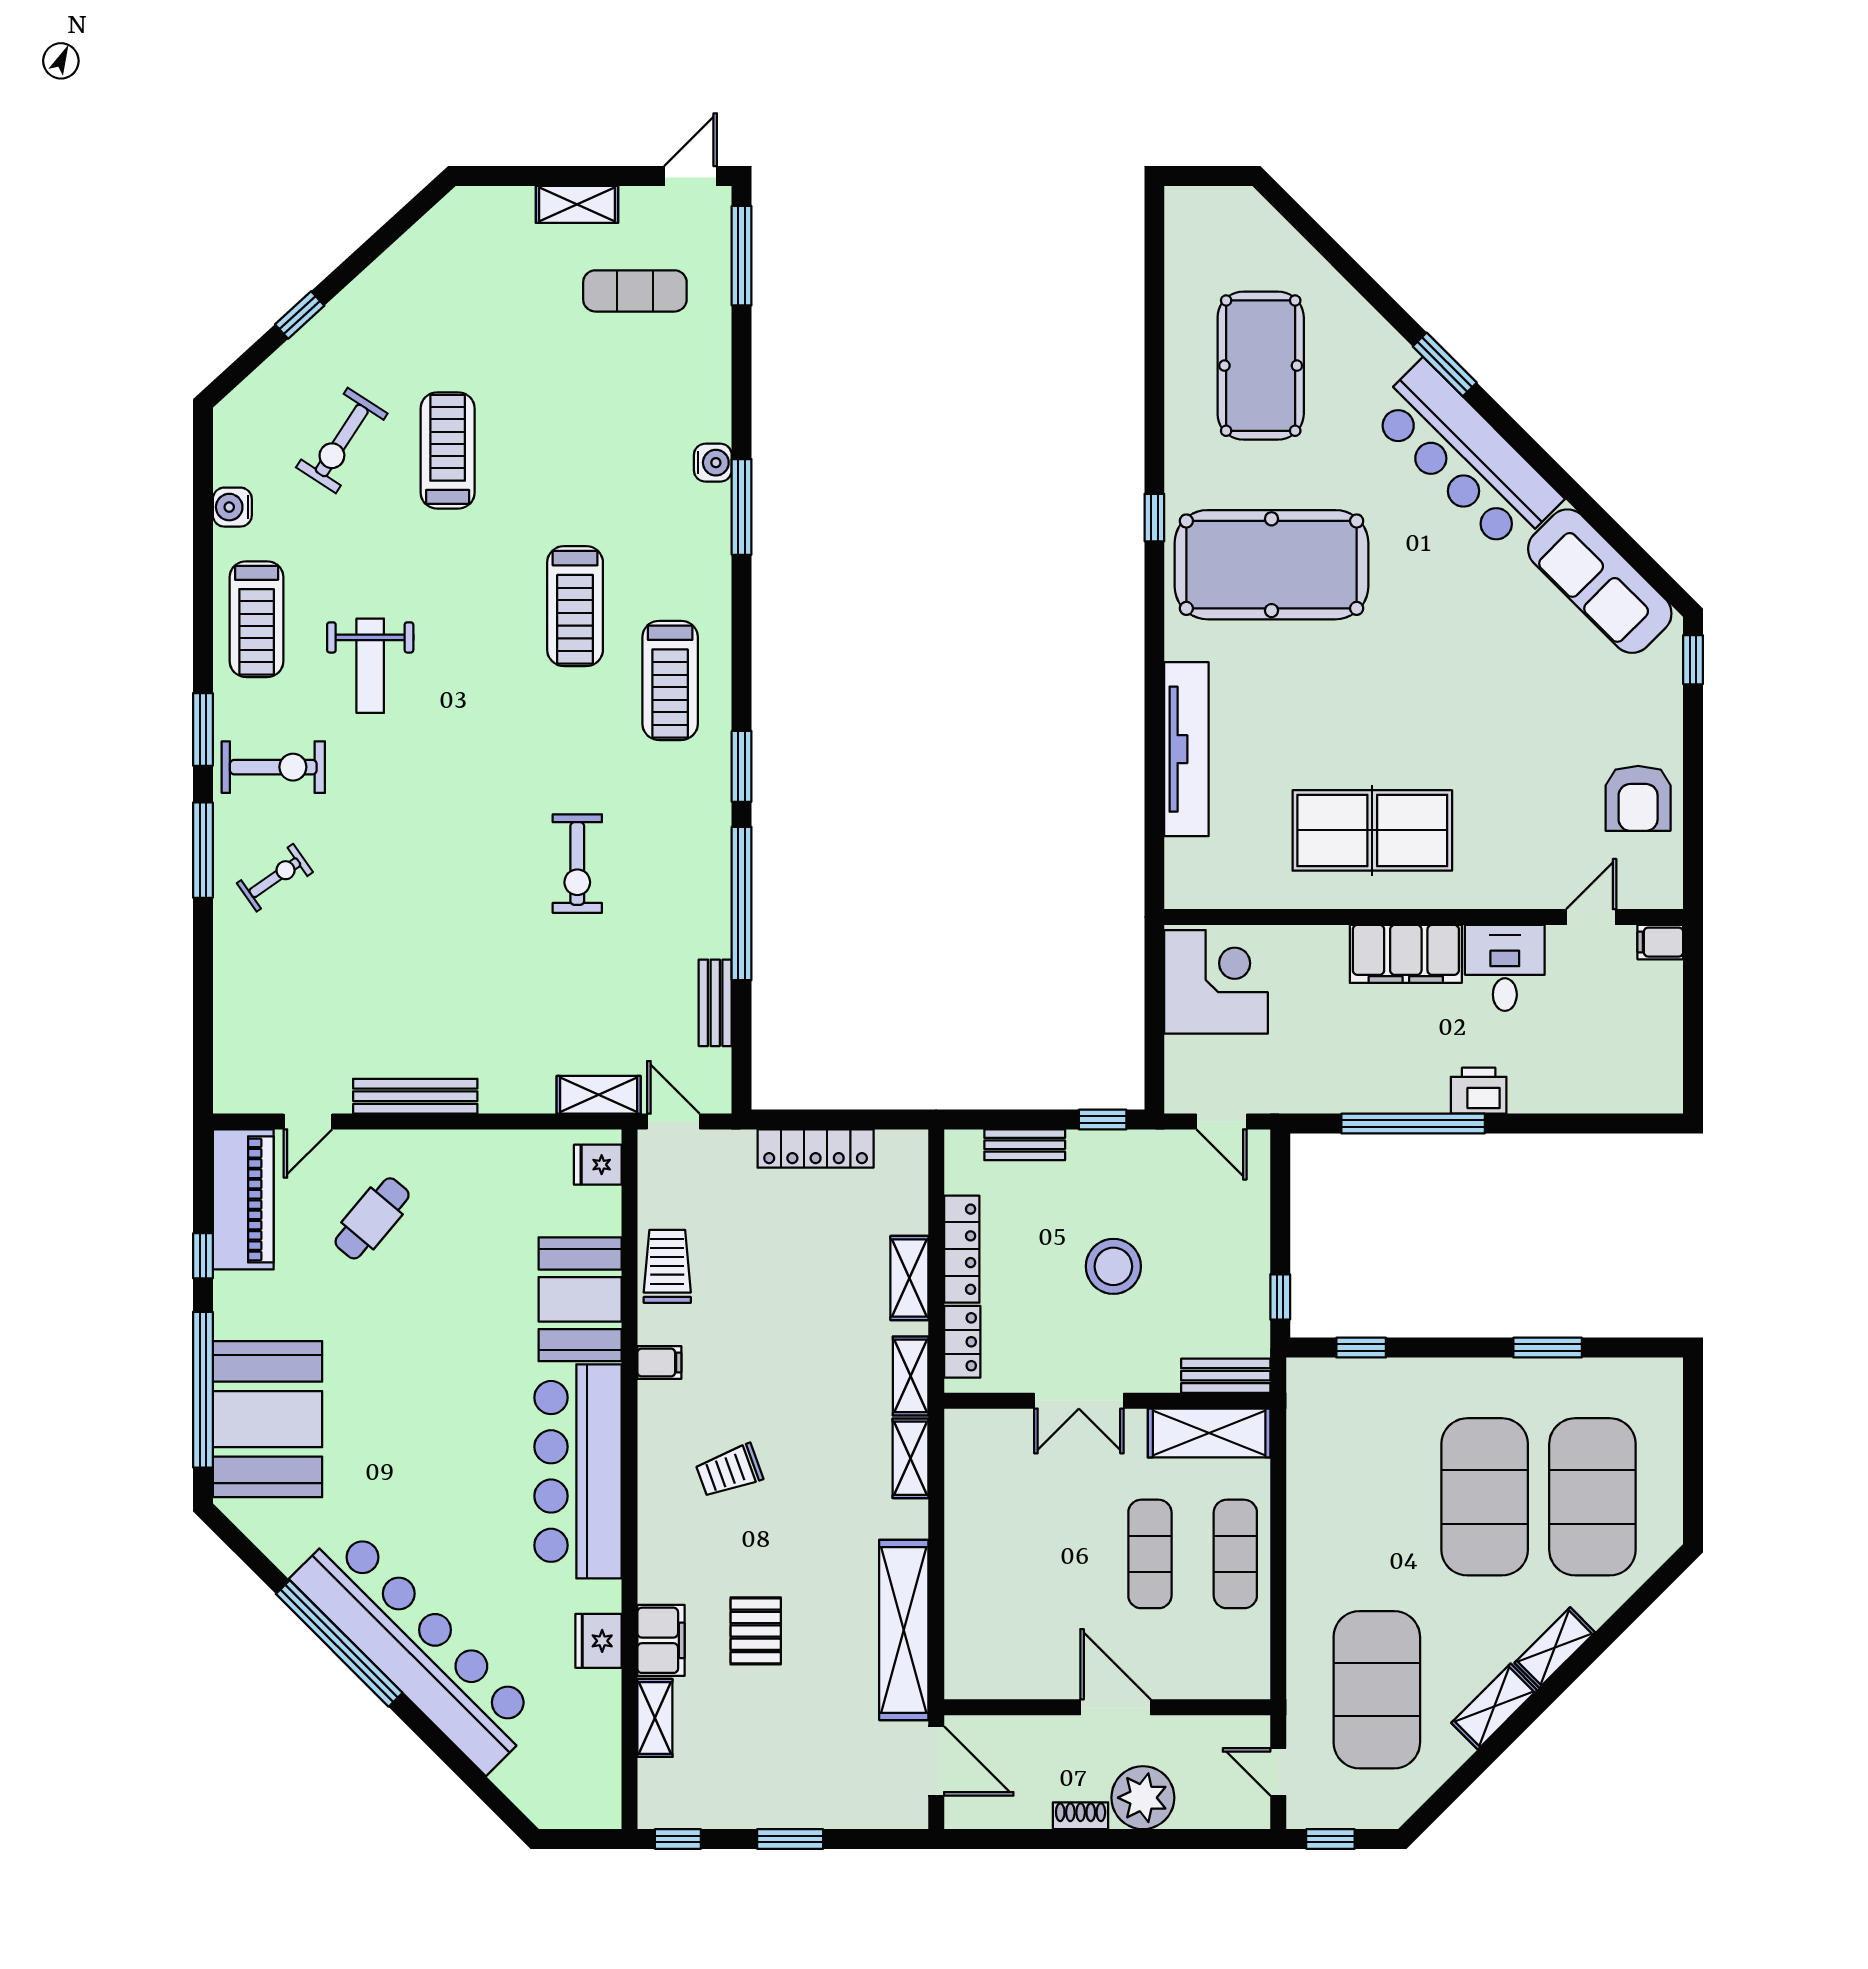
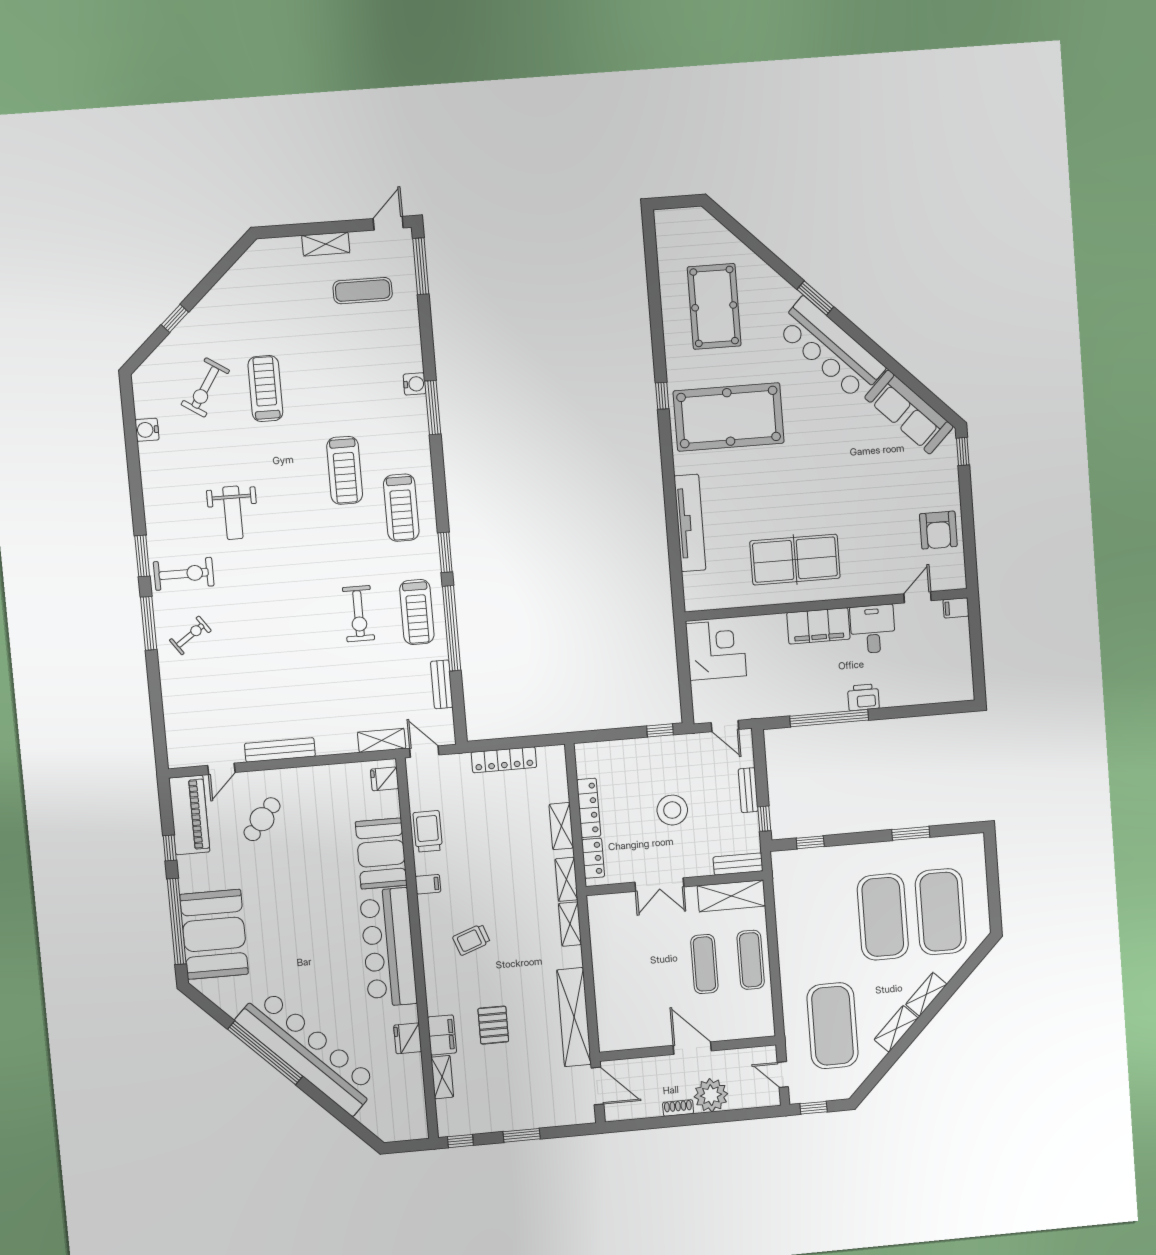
treadmill: (257, 619) -> (417, 612), moved
bench: (1025, 1145) -> (748, 790), moved, turned 90

